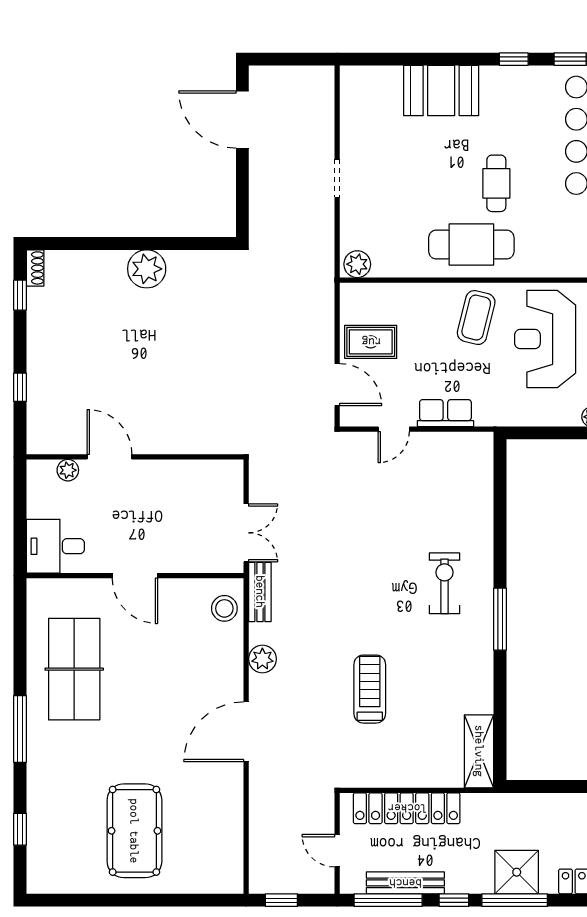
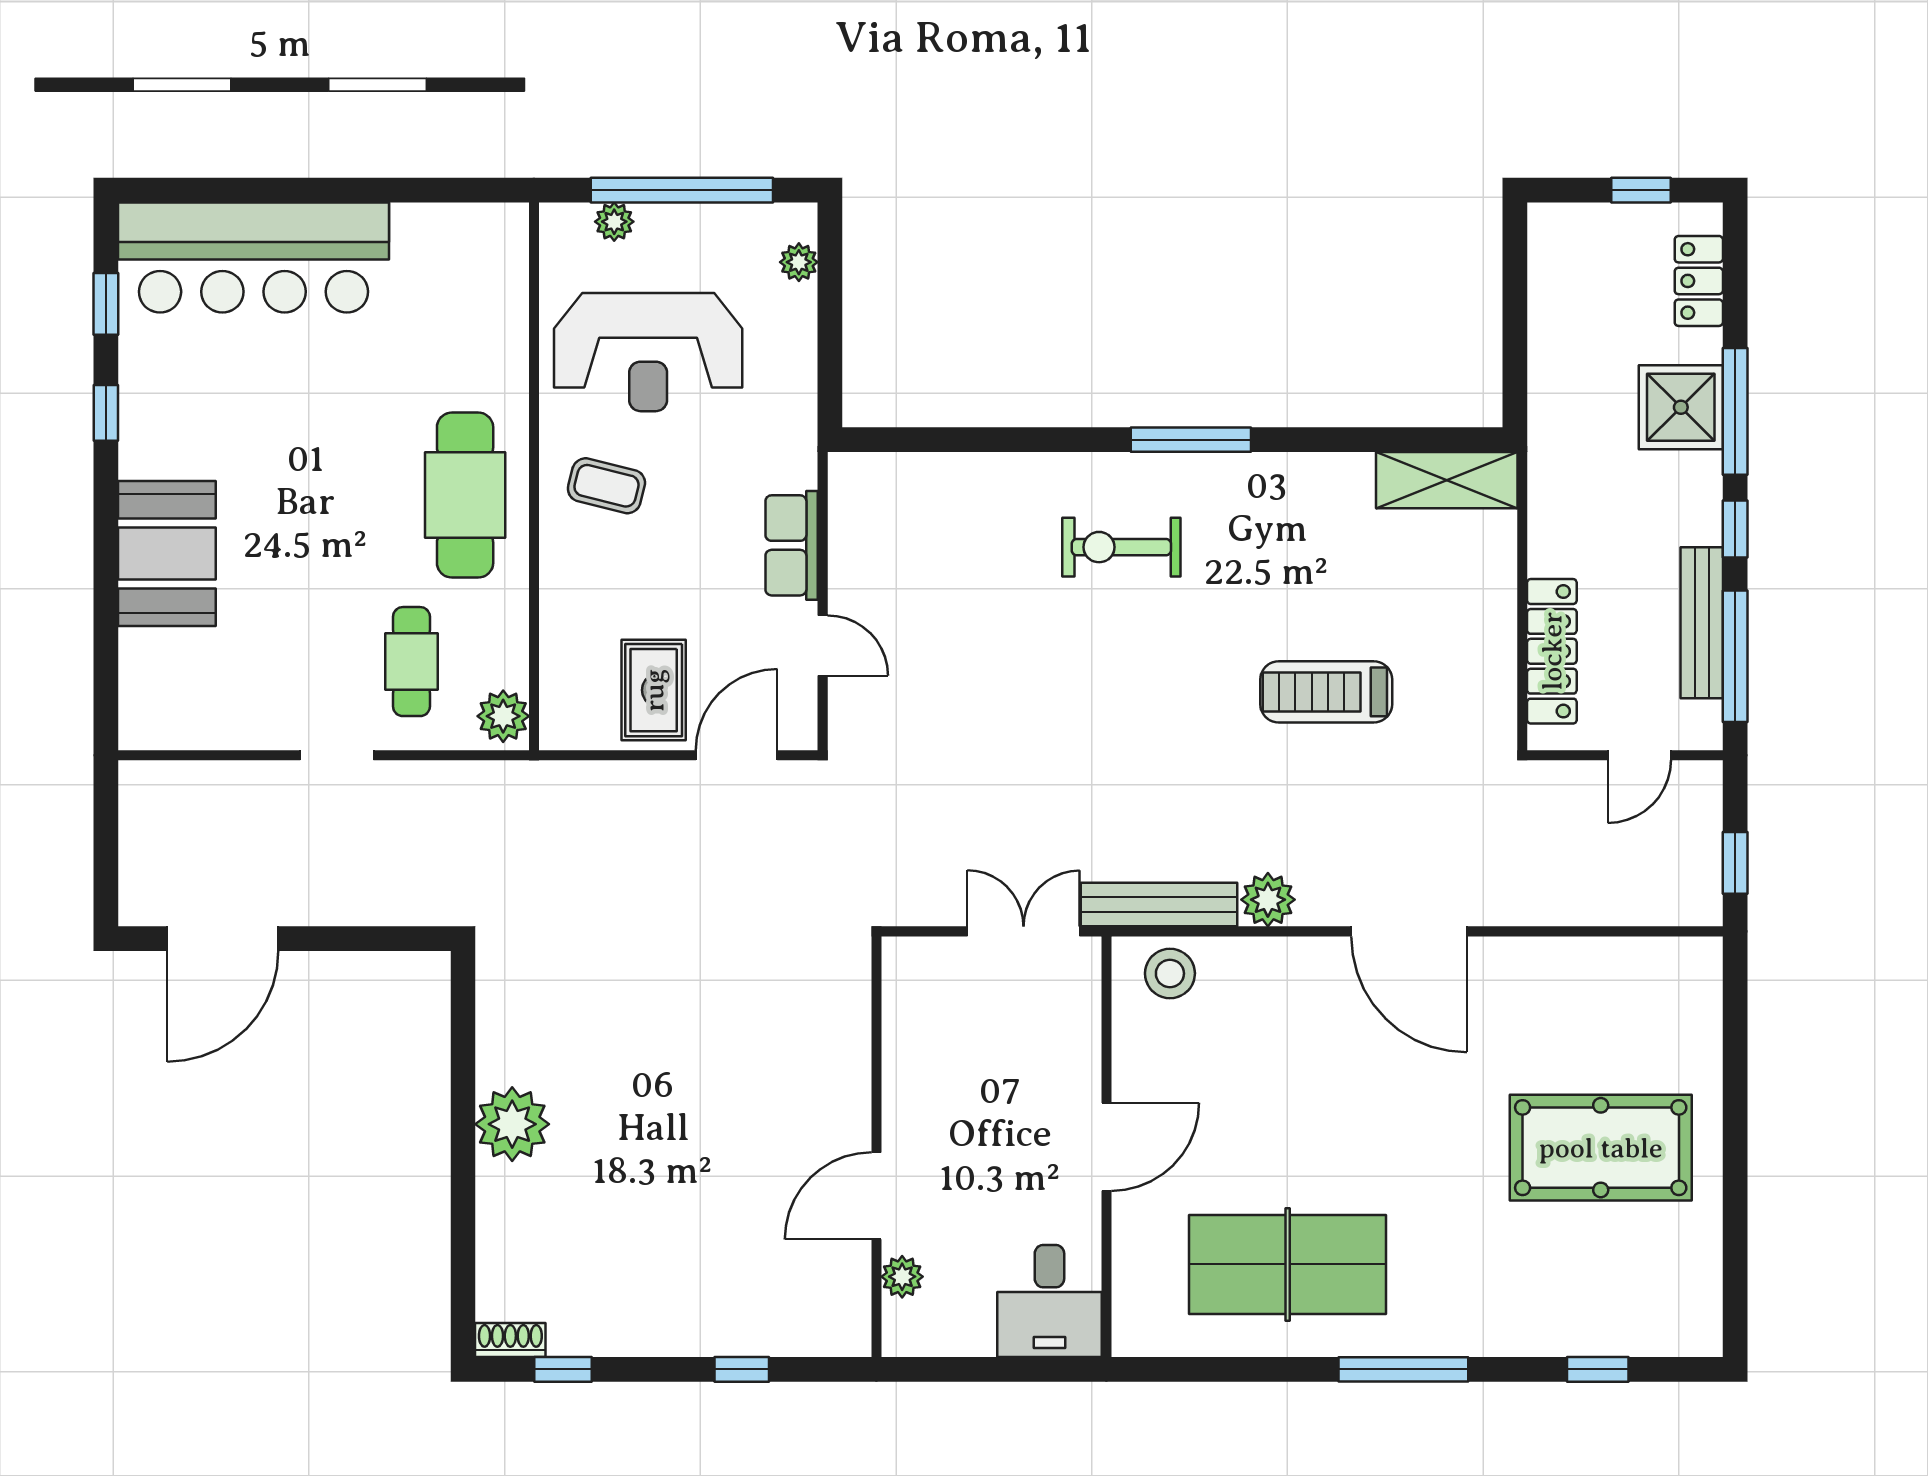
cafe table: (496, 183) -> (411, 662), moved, turned 90
coffee table: (476, 318) -> (606, 486), width x0.73, depth x0.77
bench: (260, 592) -> (1159, 905), width x1.36
locker: (407, 808) -> (1552, 651), width x0.71, depth x0.83

